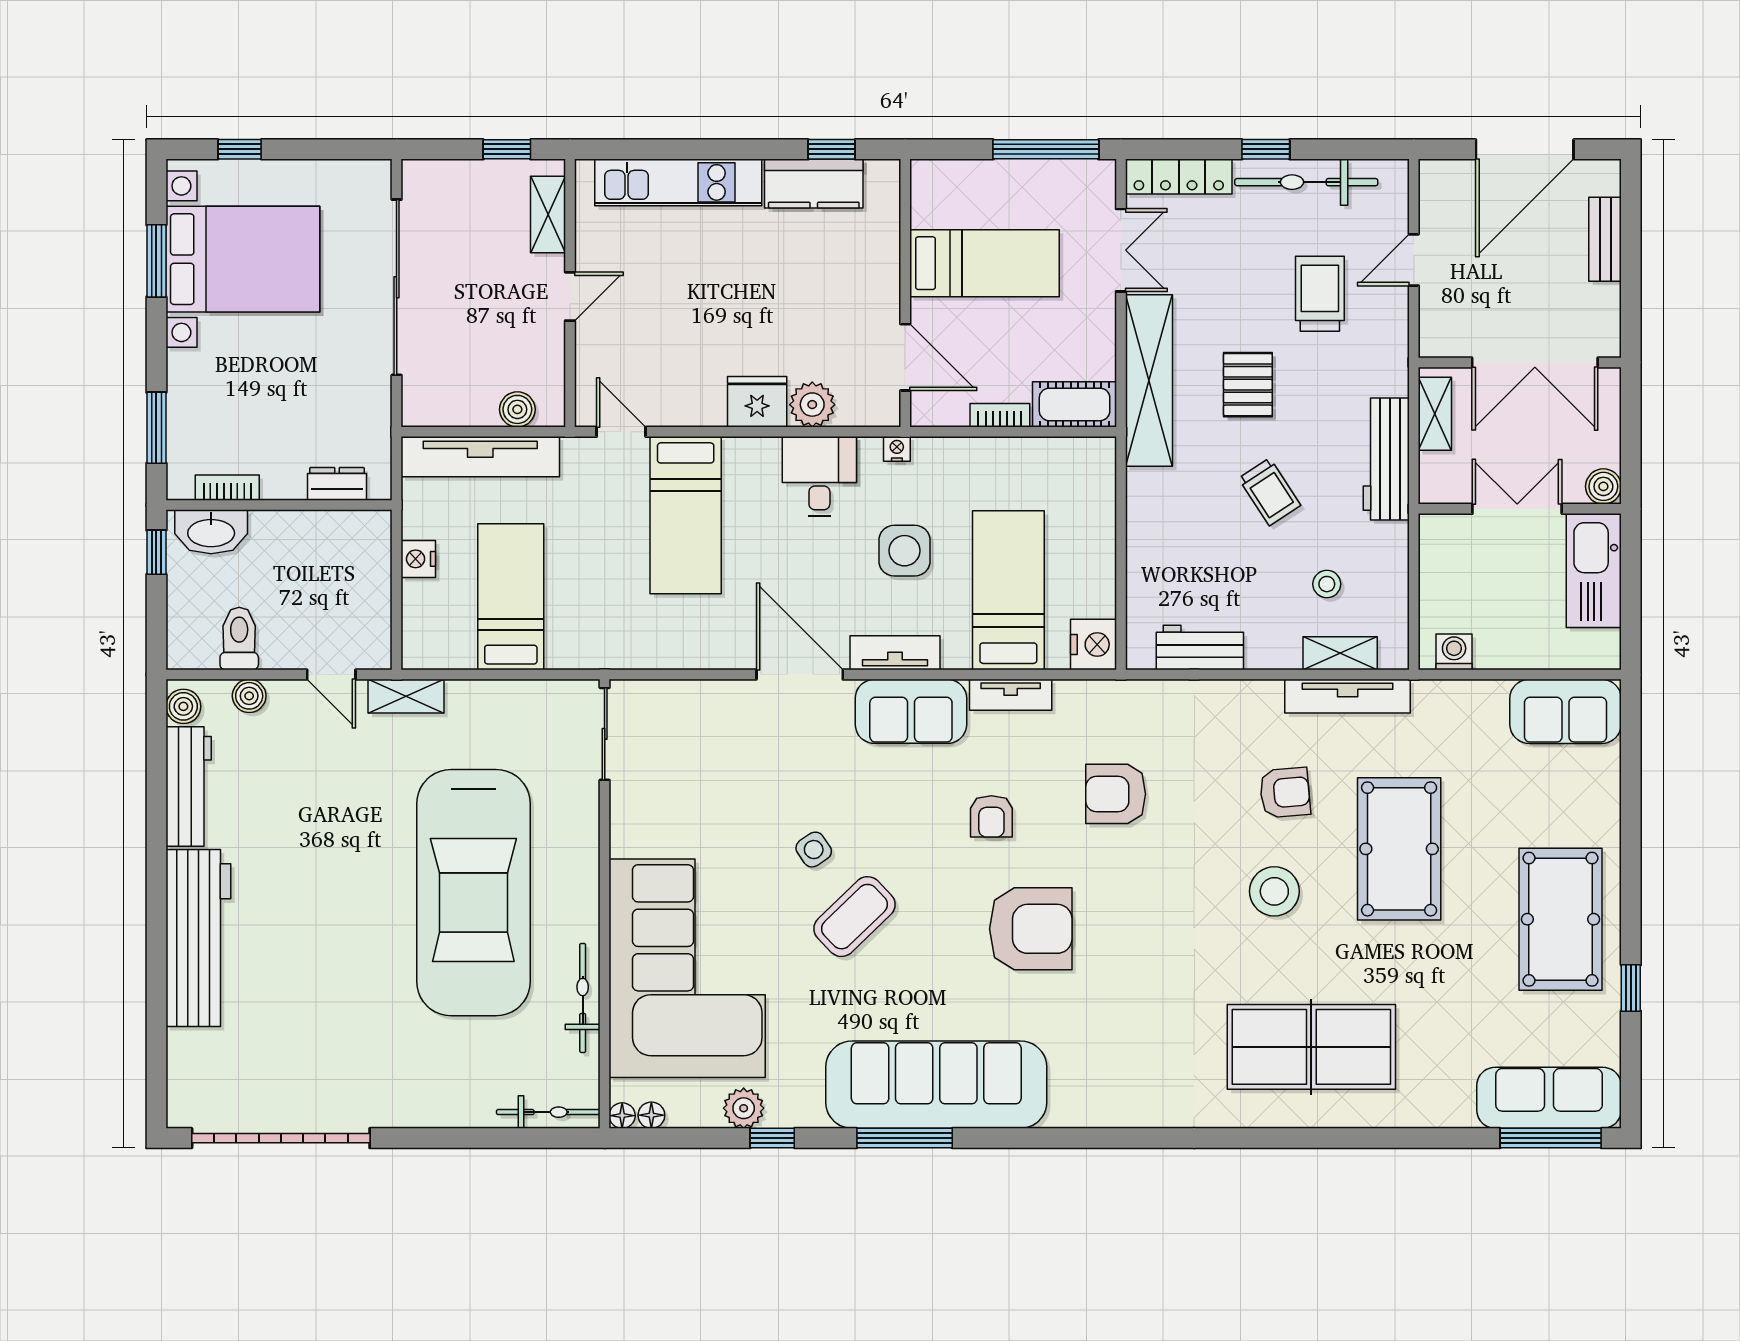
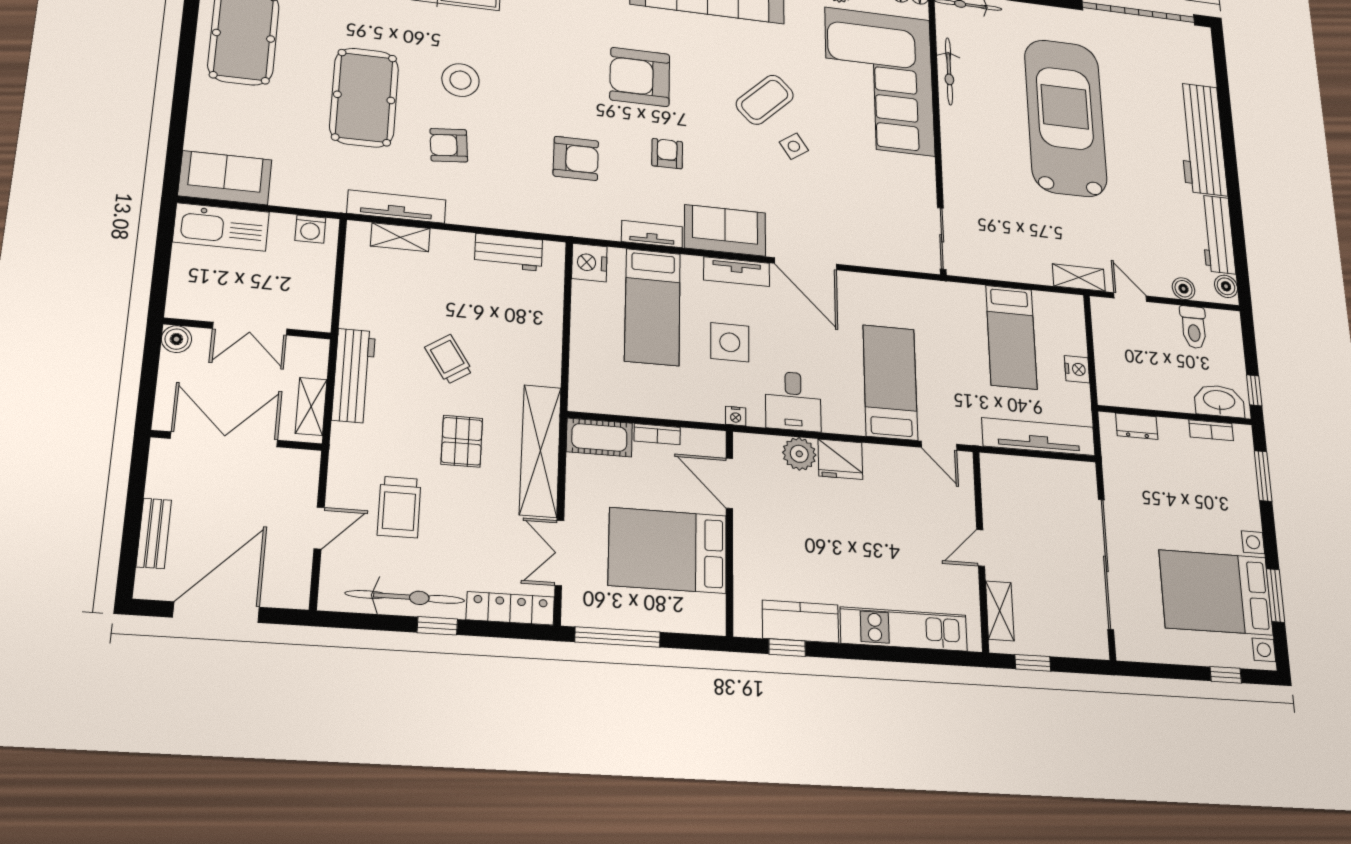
bed: (985, 263) -> (668, 550), width x1.50
boiler: (517, 409) -> (1014, 468), removed
kitchen sink: (1594, 570) -> (221, 227), moved, turned 90
stool: (1327, 584) -> (408, 288), removed
car: (473, 893) -> (1065, 117), moved

